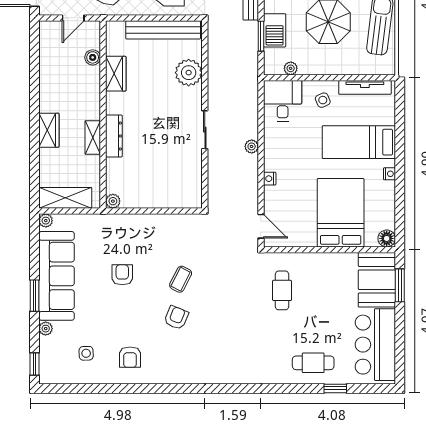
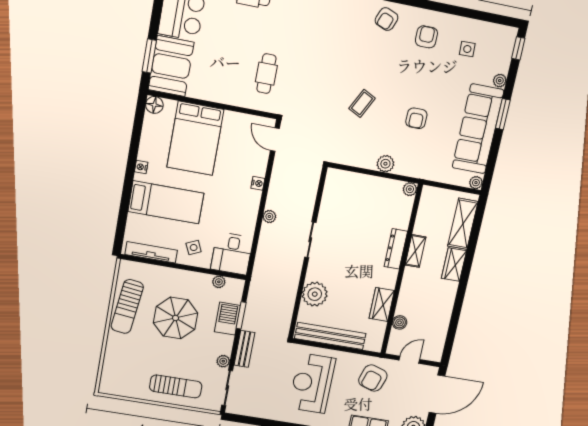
shelving: (65, 198) -> (463, 224), moved, turned 90
plant: (144, 223) -> (385, 164), added
armchair: (176, 318) -> (387, 19), moved

